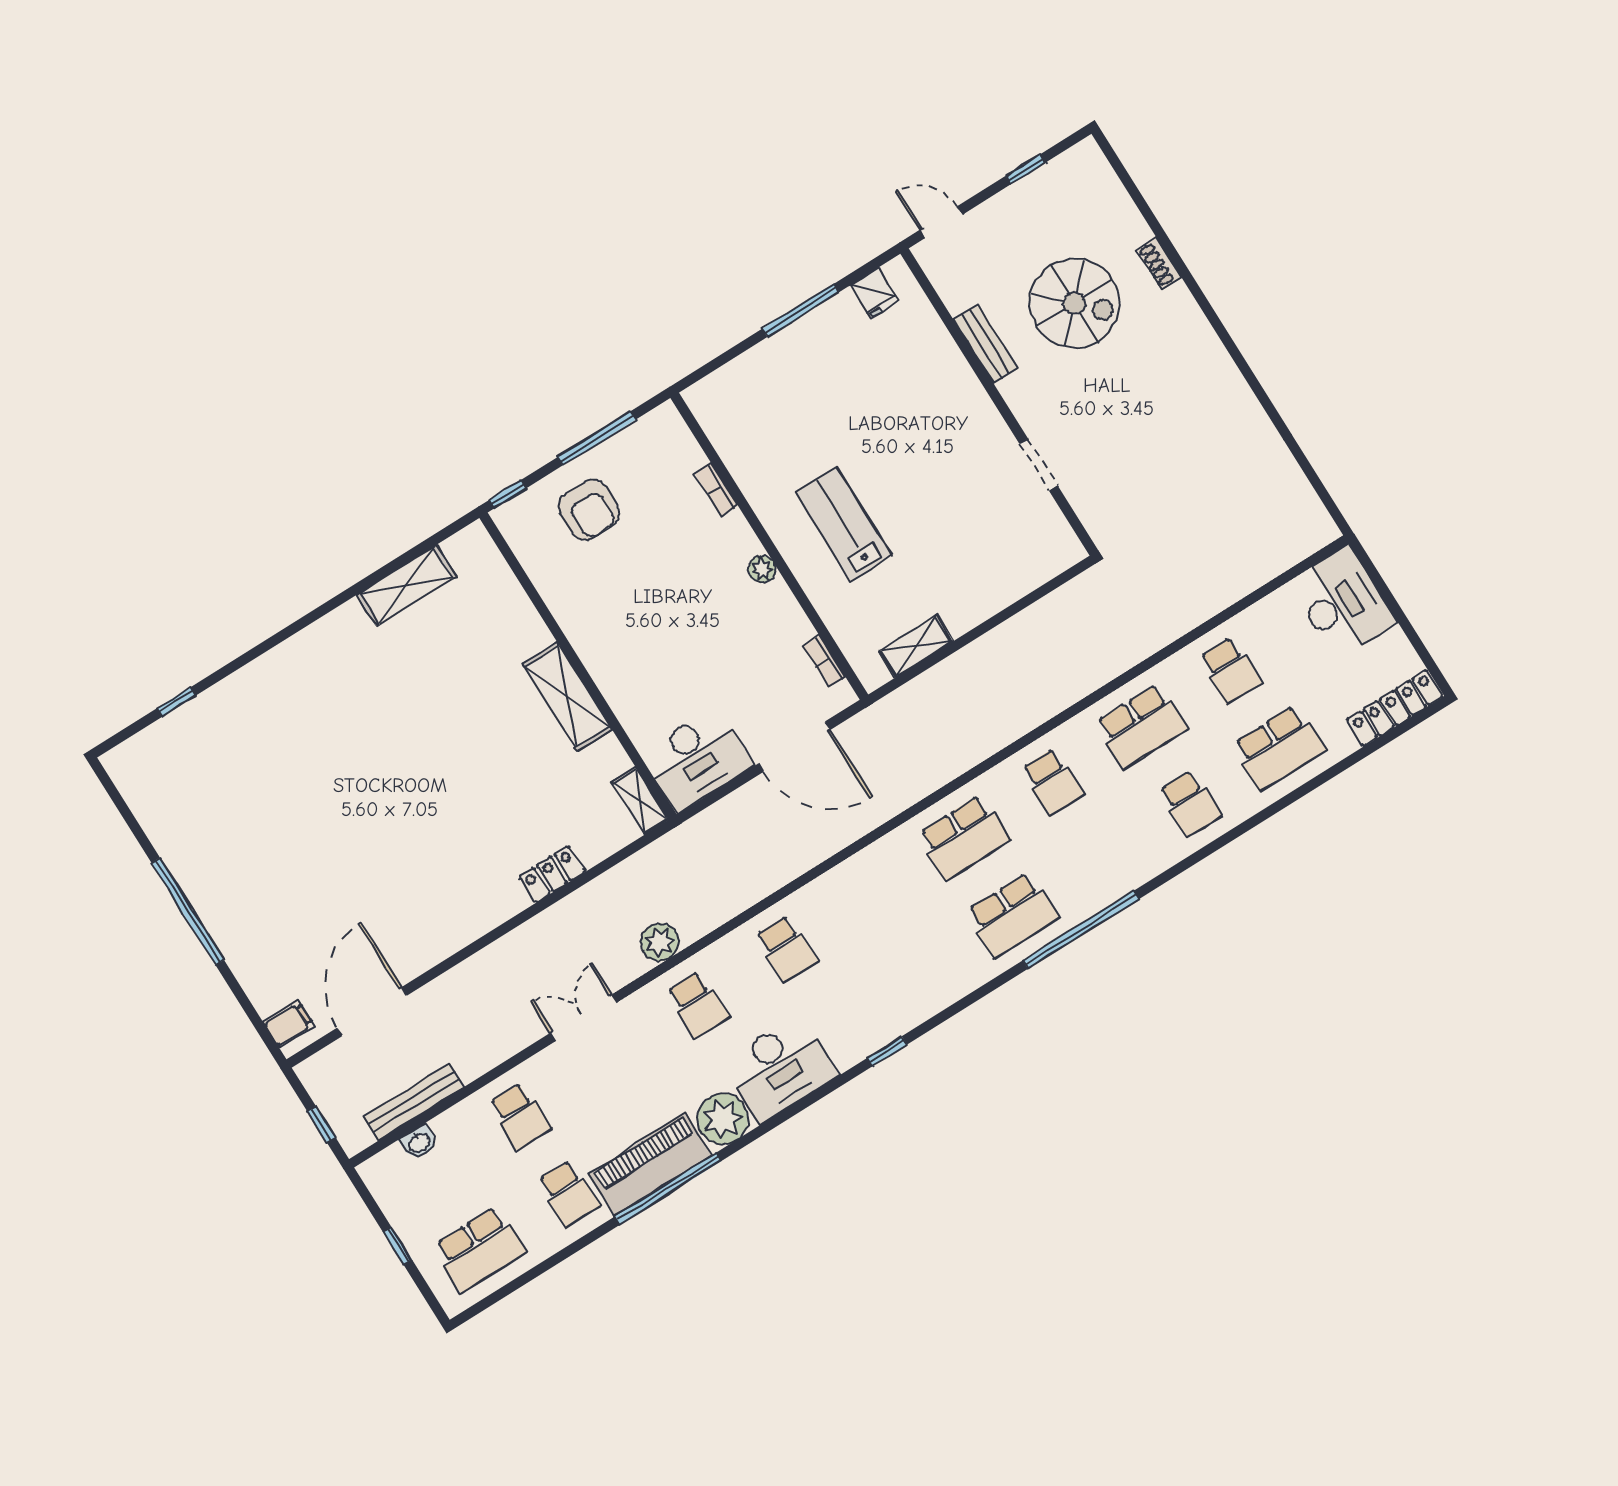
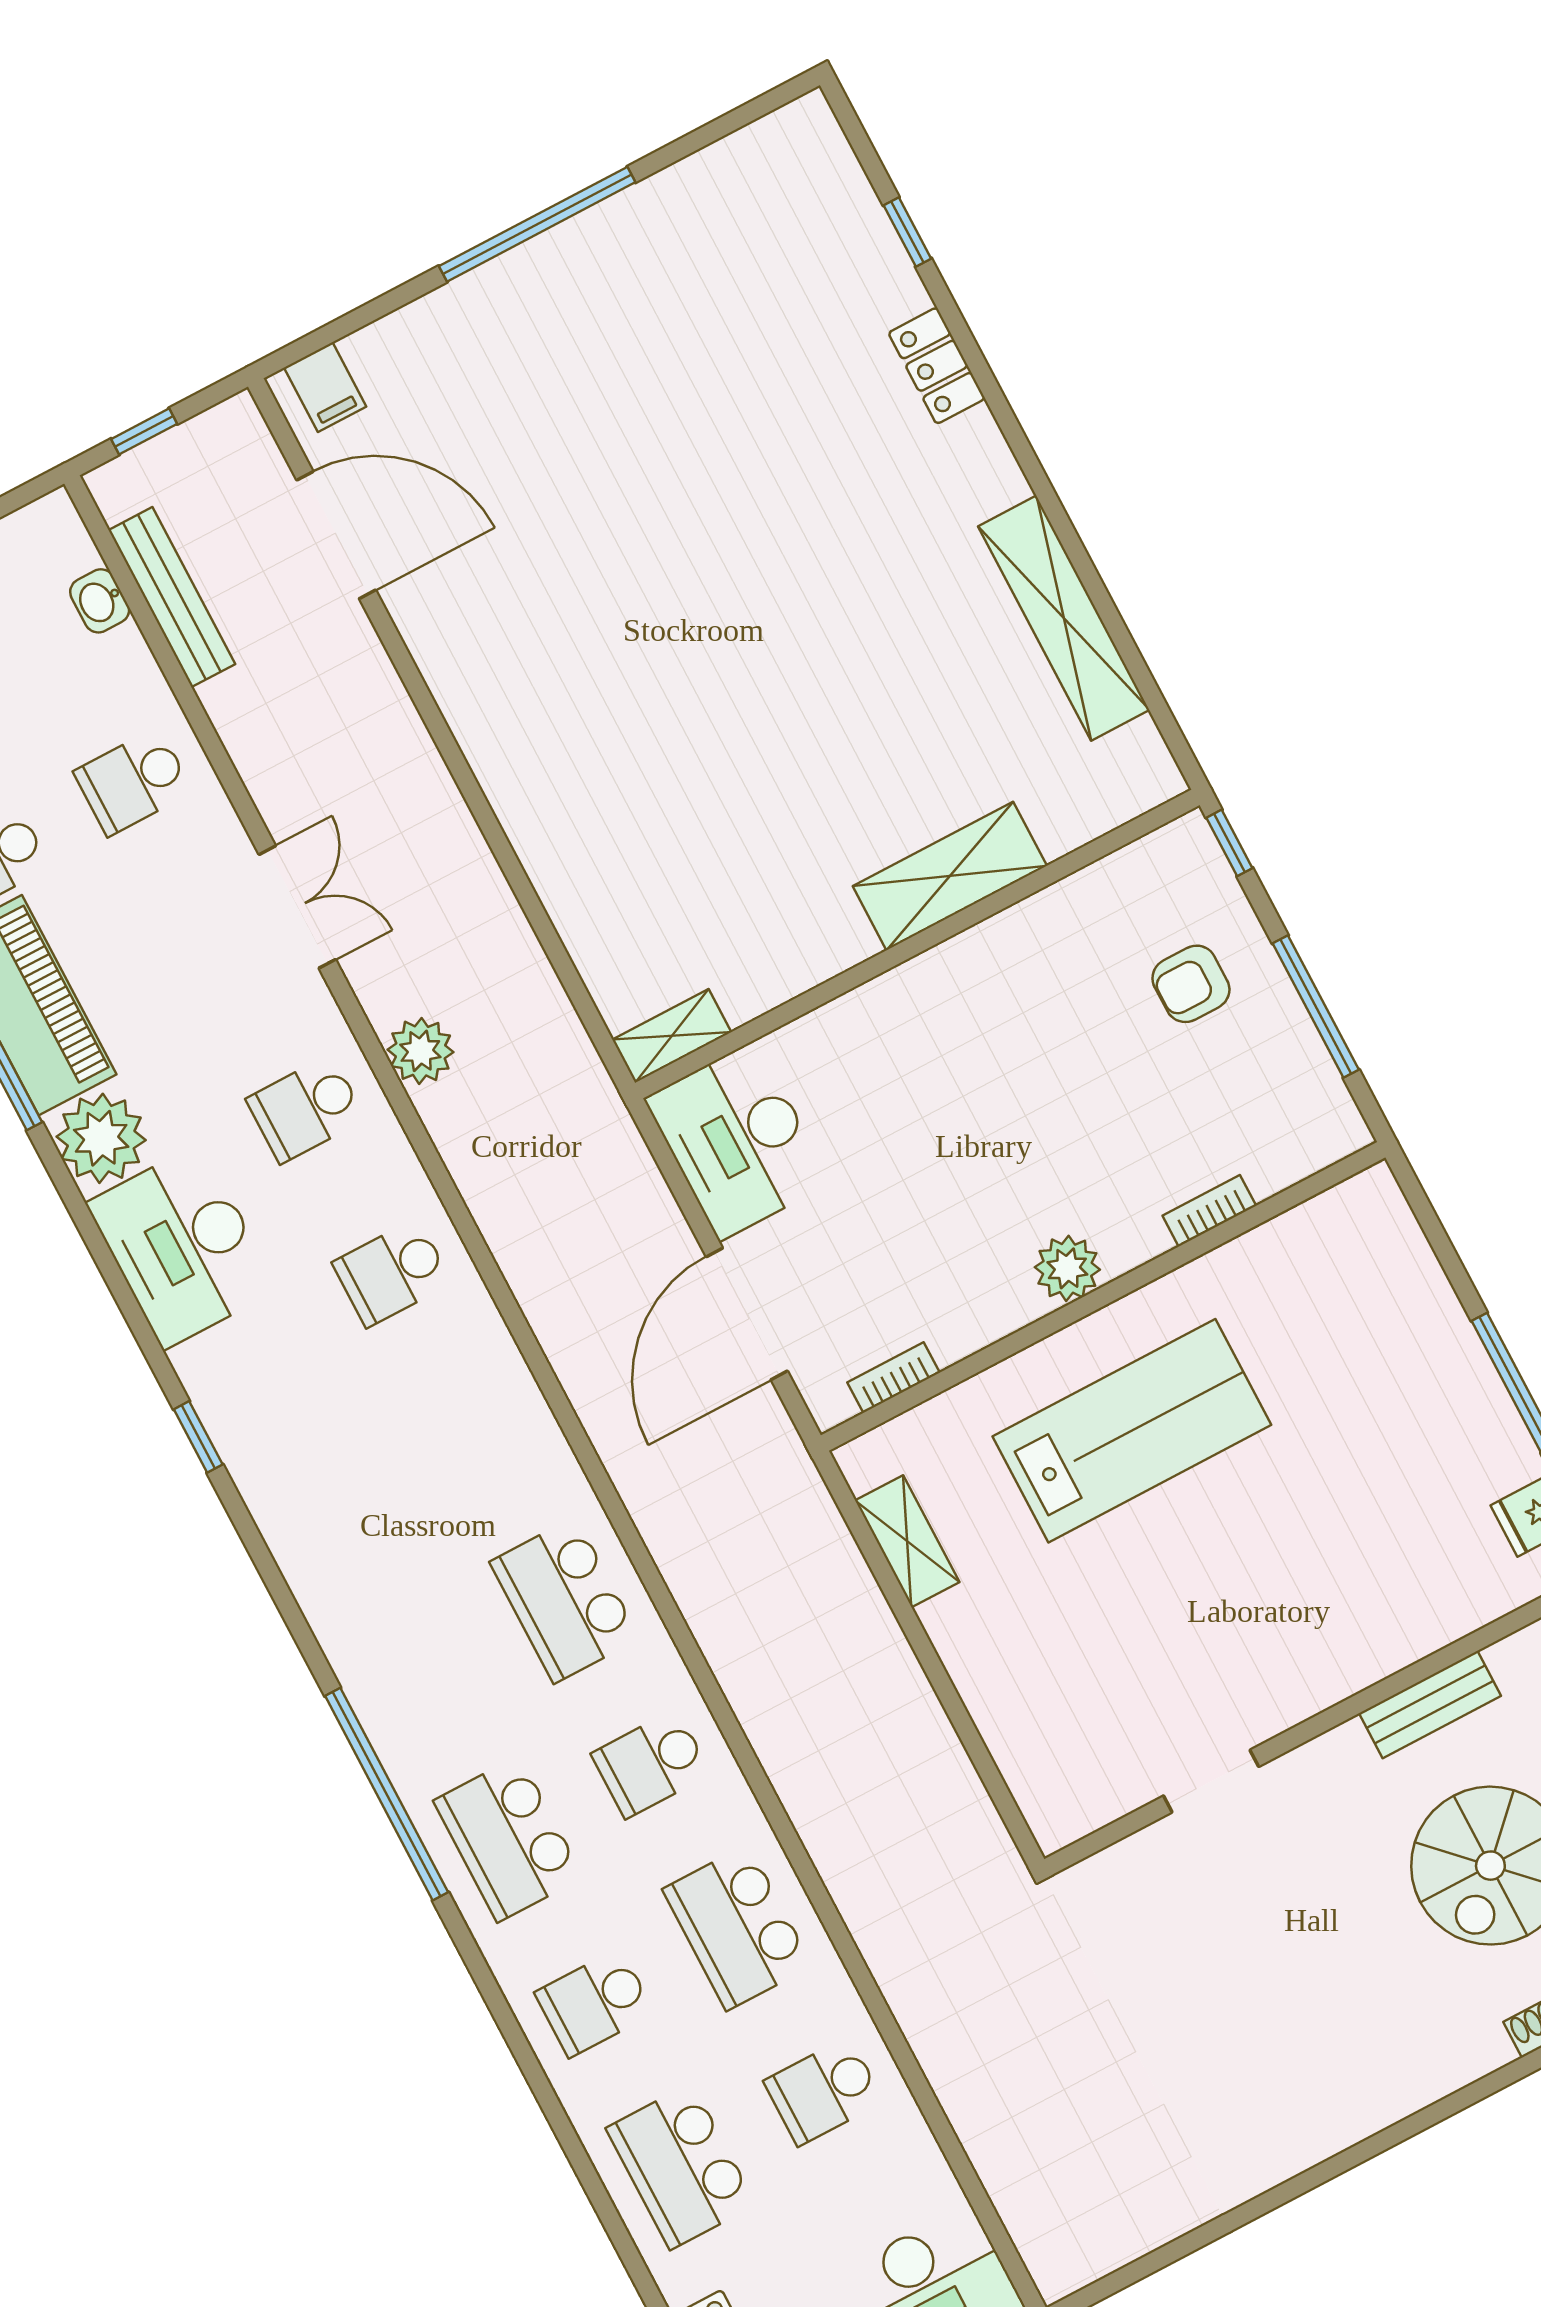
armchair: (589, 510) -> (1191, 984), width x0.72, depth x0.72
lab bench: (844, 524) -> (1132, 1431), width x1.36, depth x1.39
plant: (762, 569) -> (1067, 1268), width x1.38, depth x1.38
shelving: (406, 586) -> (1064, 618), width x1.47
shelving: (567, 697) -> (950, 876), moved
locker: (552, 874) -> (937, 366), moved, turned 180
school desk: (1012, 915) -> (508, 1839), moved

